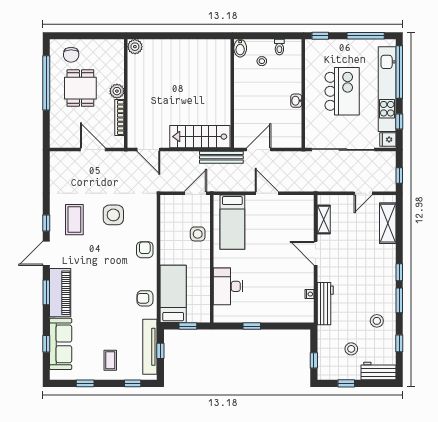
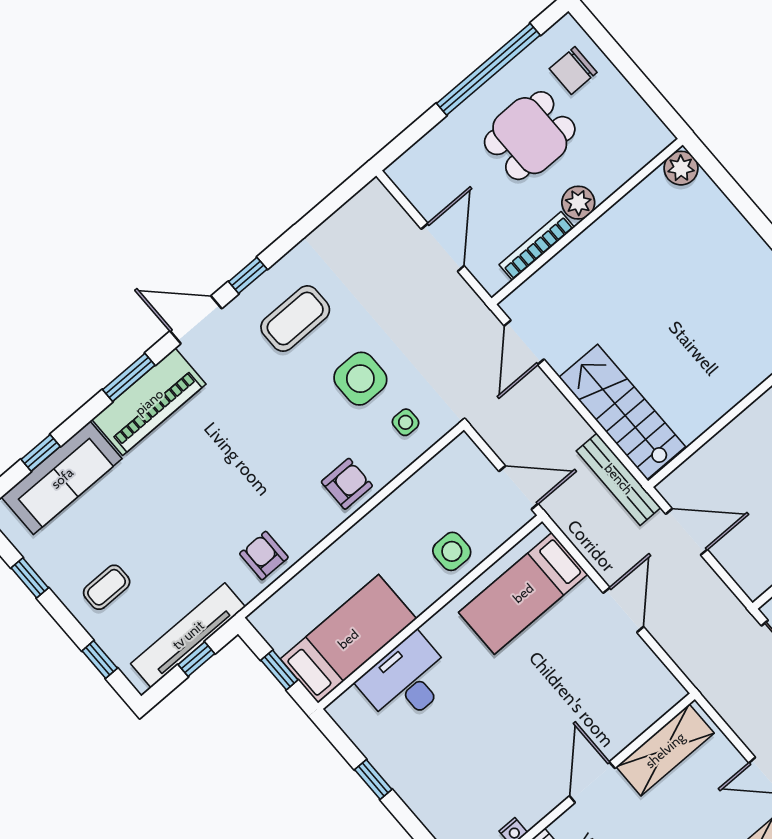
side table: (141, 212) -> (406, 422), added
shelving: (324, 219) -> (665, 750), width x1.50, depth x1.33
bed: (173, 294) -> (348, 639), moved

